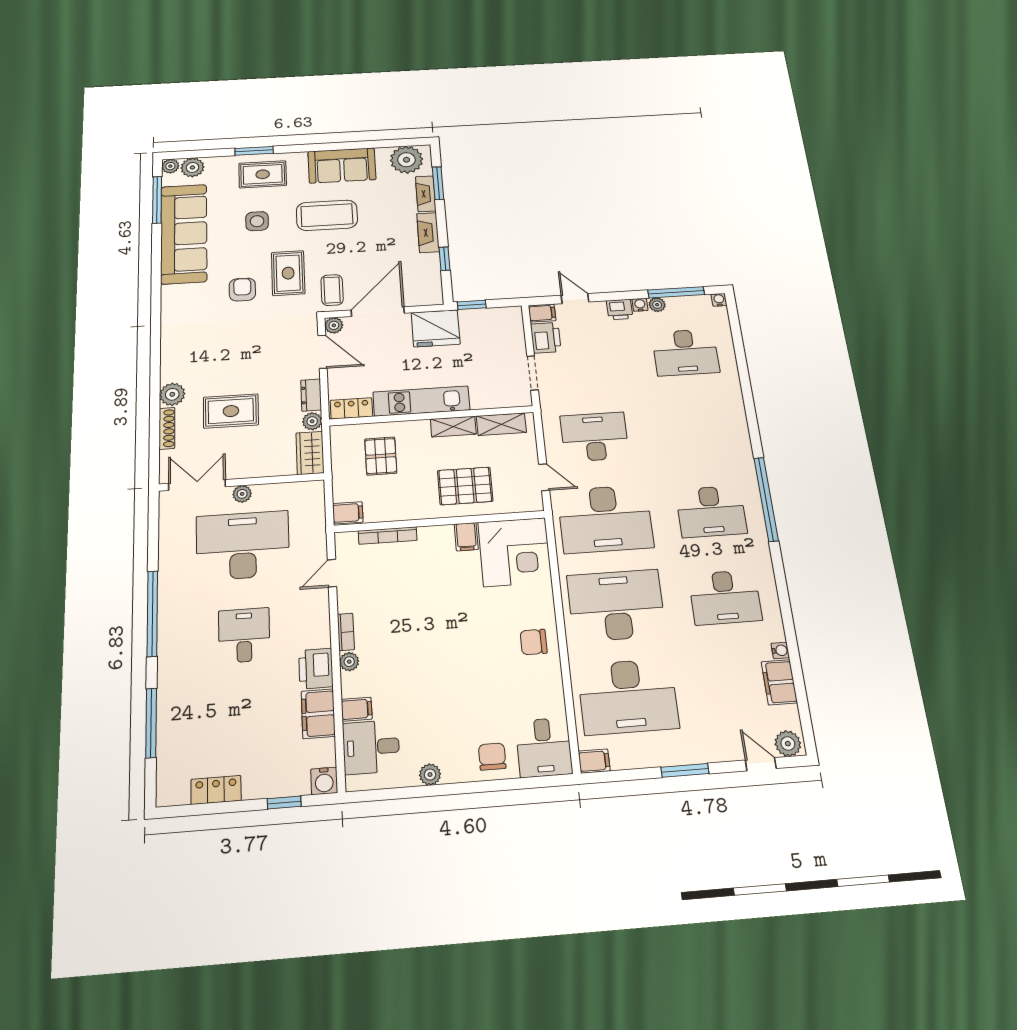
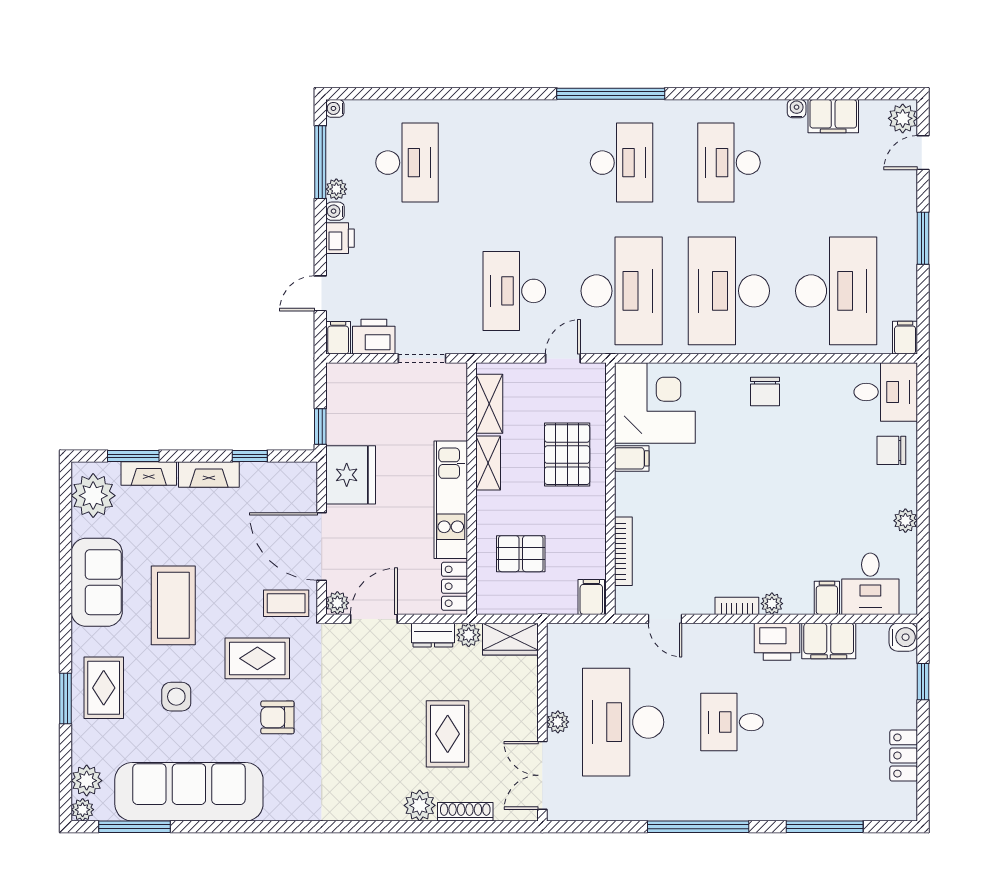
desk: (725, 597) -> (729, 163), turned 180

